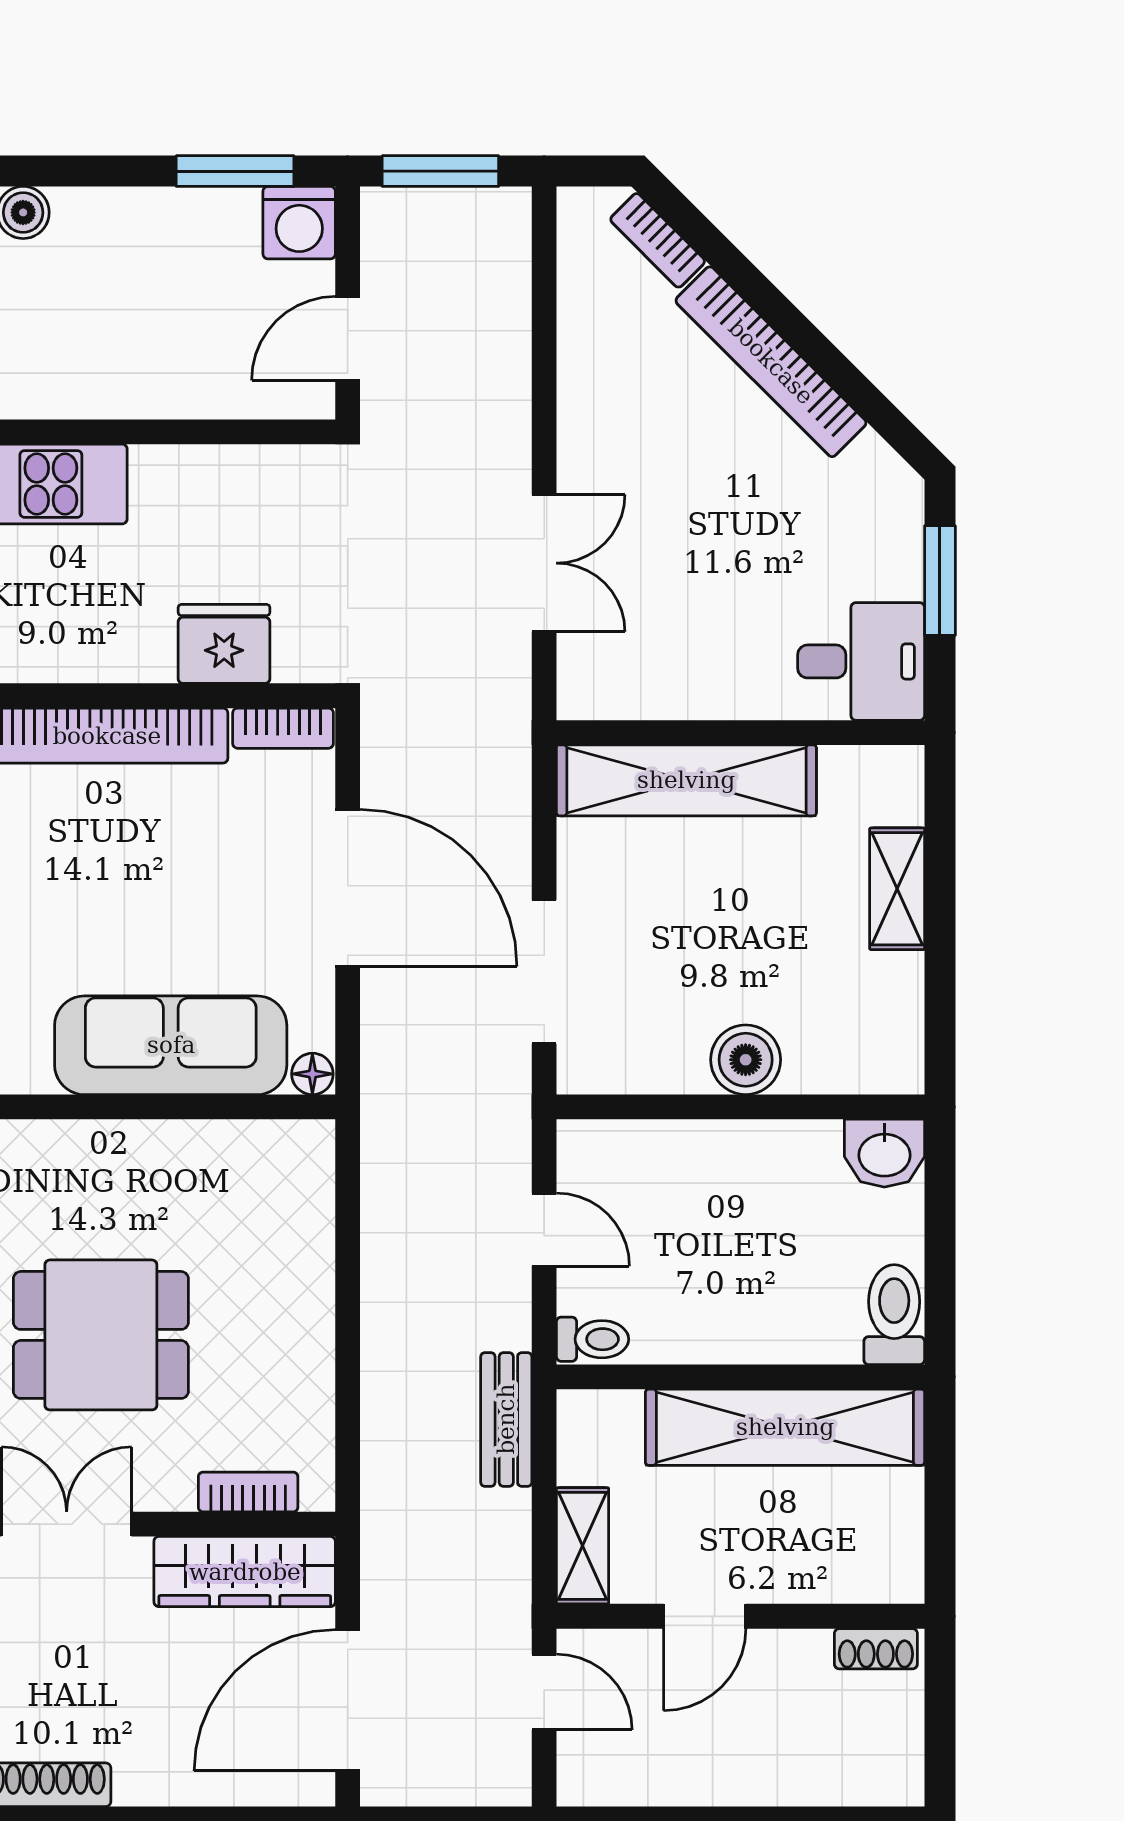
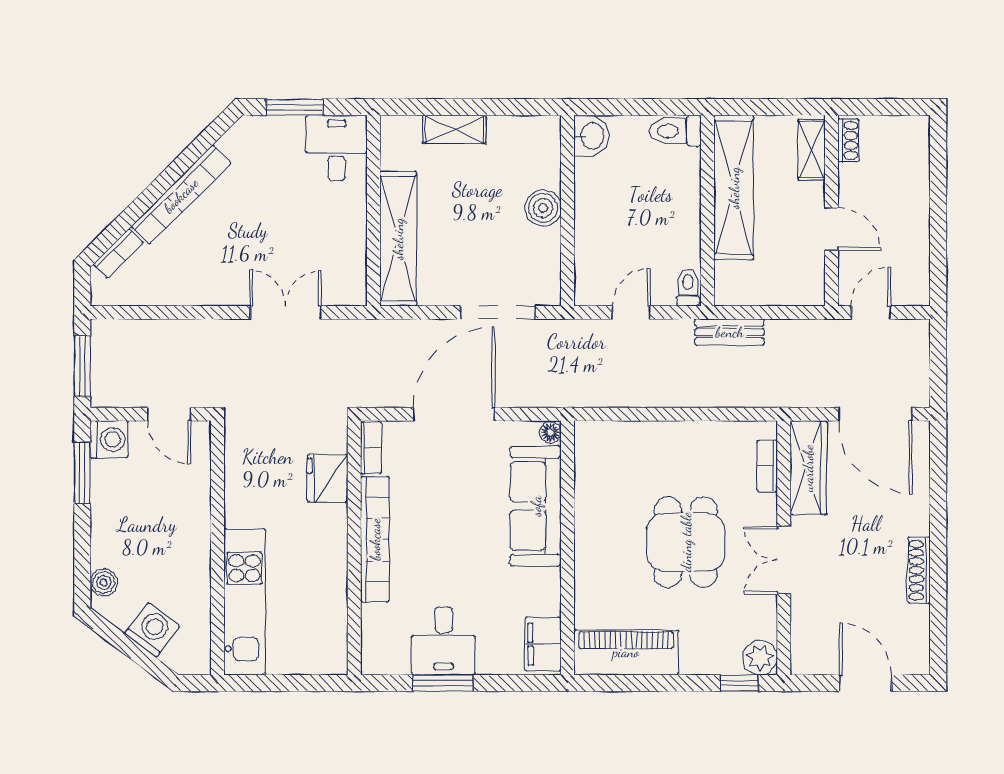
shelving: (583, 1546) -> (812, 150), moved, turned 90

